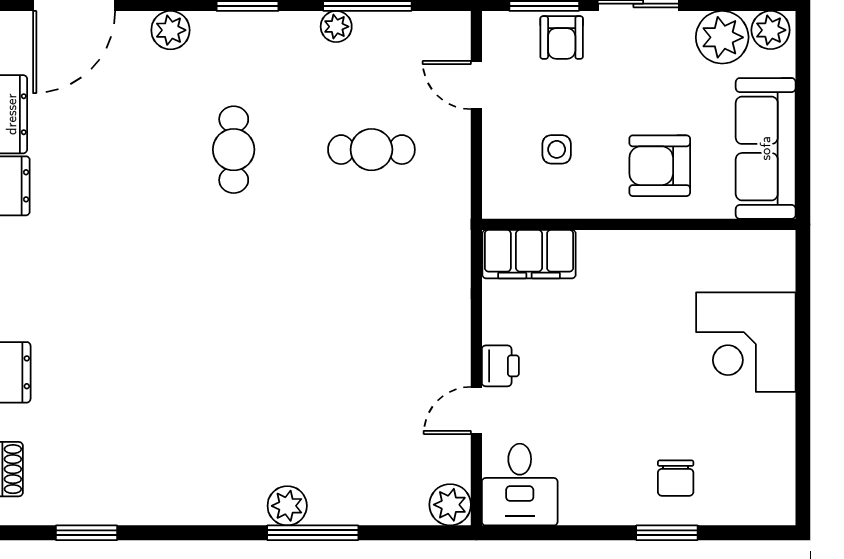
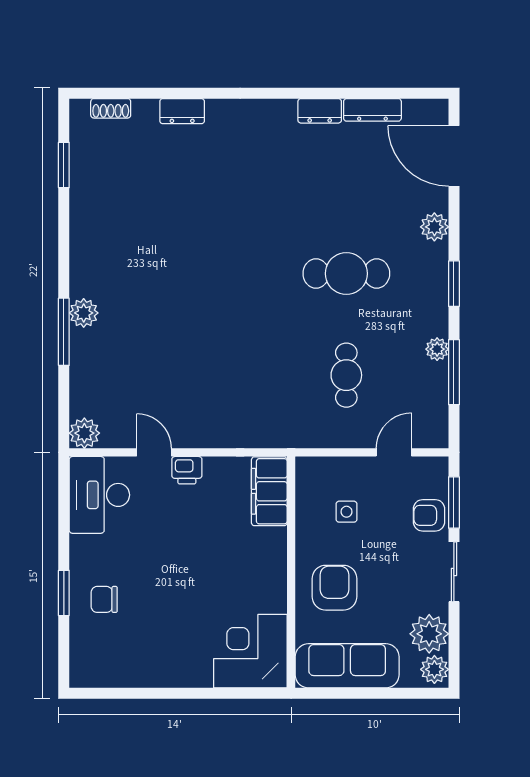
cafe table: (234, 150) -> (346, 274), width x1.37, depth x1.35
corner desk: (746, 342) -> (250, 651), moved
desk: (520, 485) -> (99, 495), width x1.37

